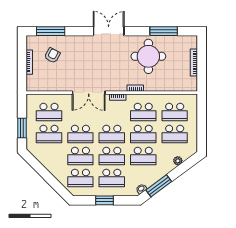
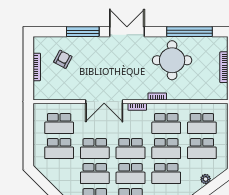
window: (51, 31) -> (83, 32), moved
window: (164, 31) -> (189, 32), width x1.46
window: (22, 128) -> (28, 142), removed

